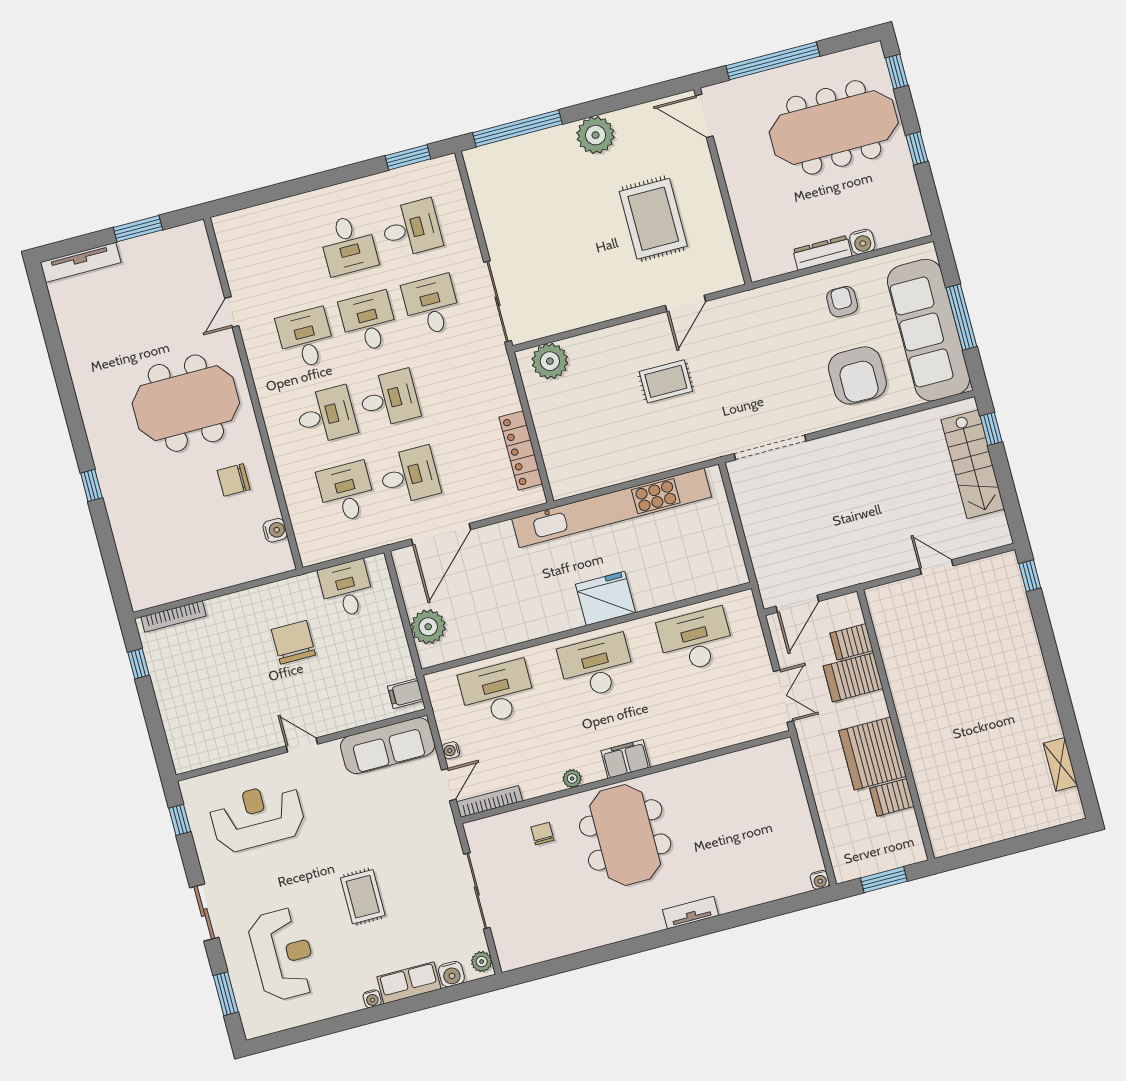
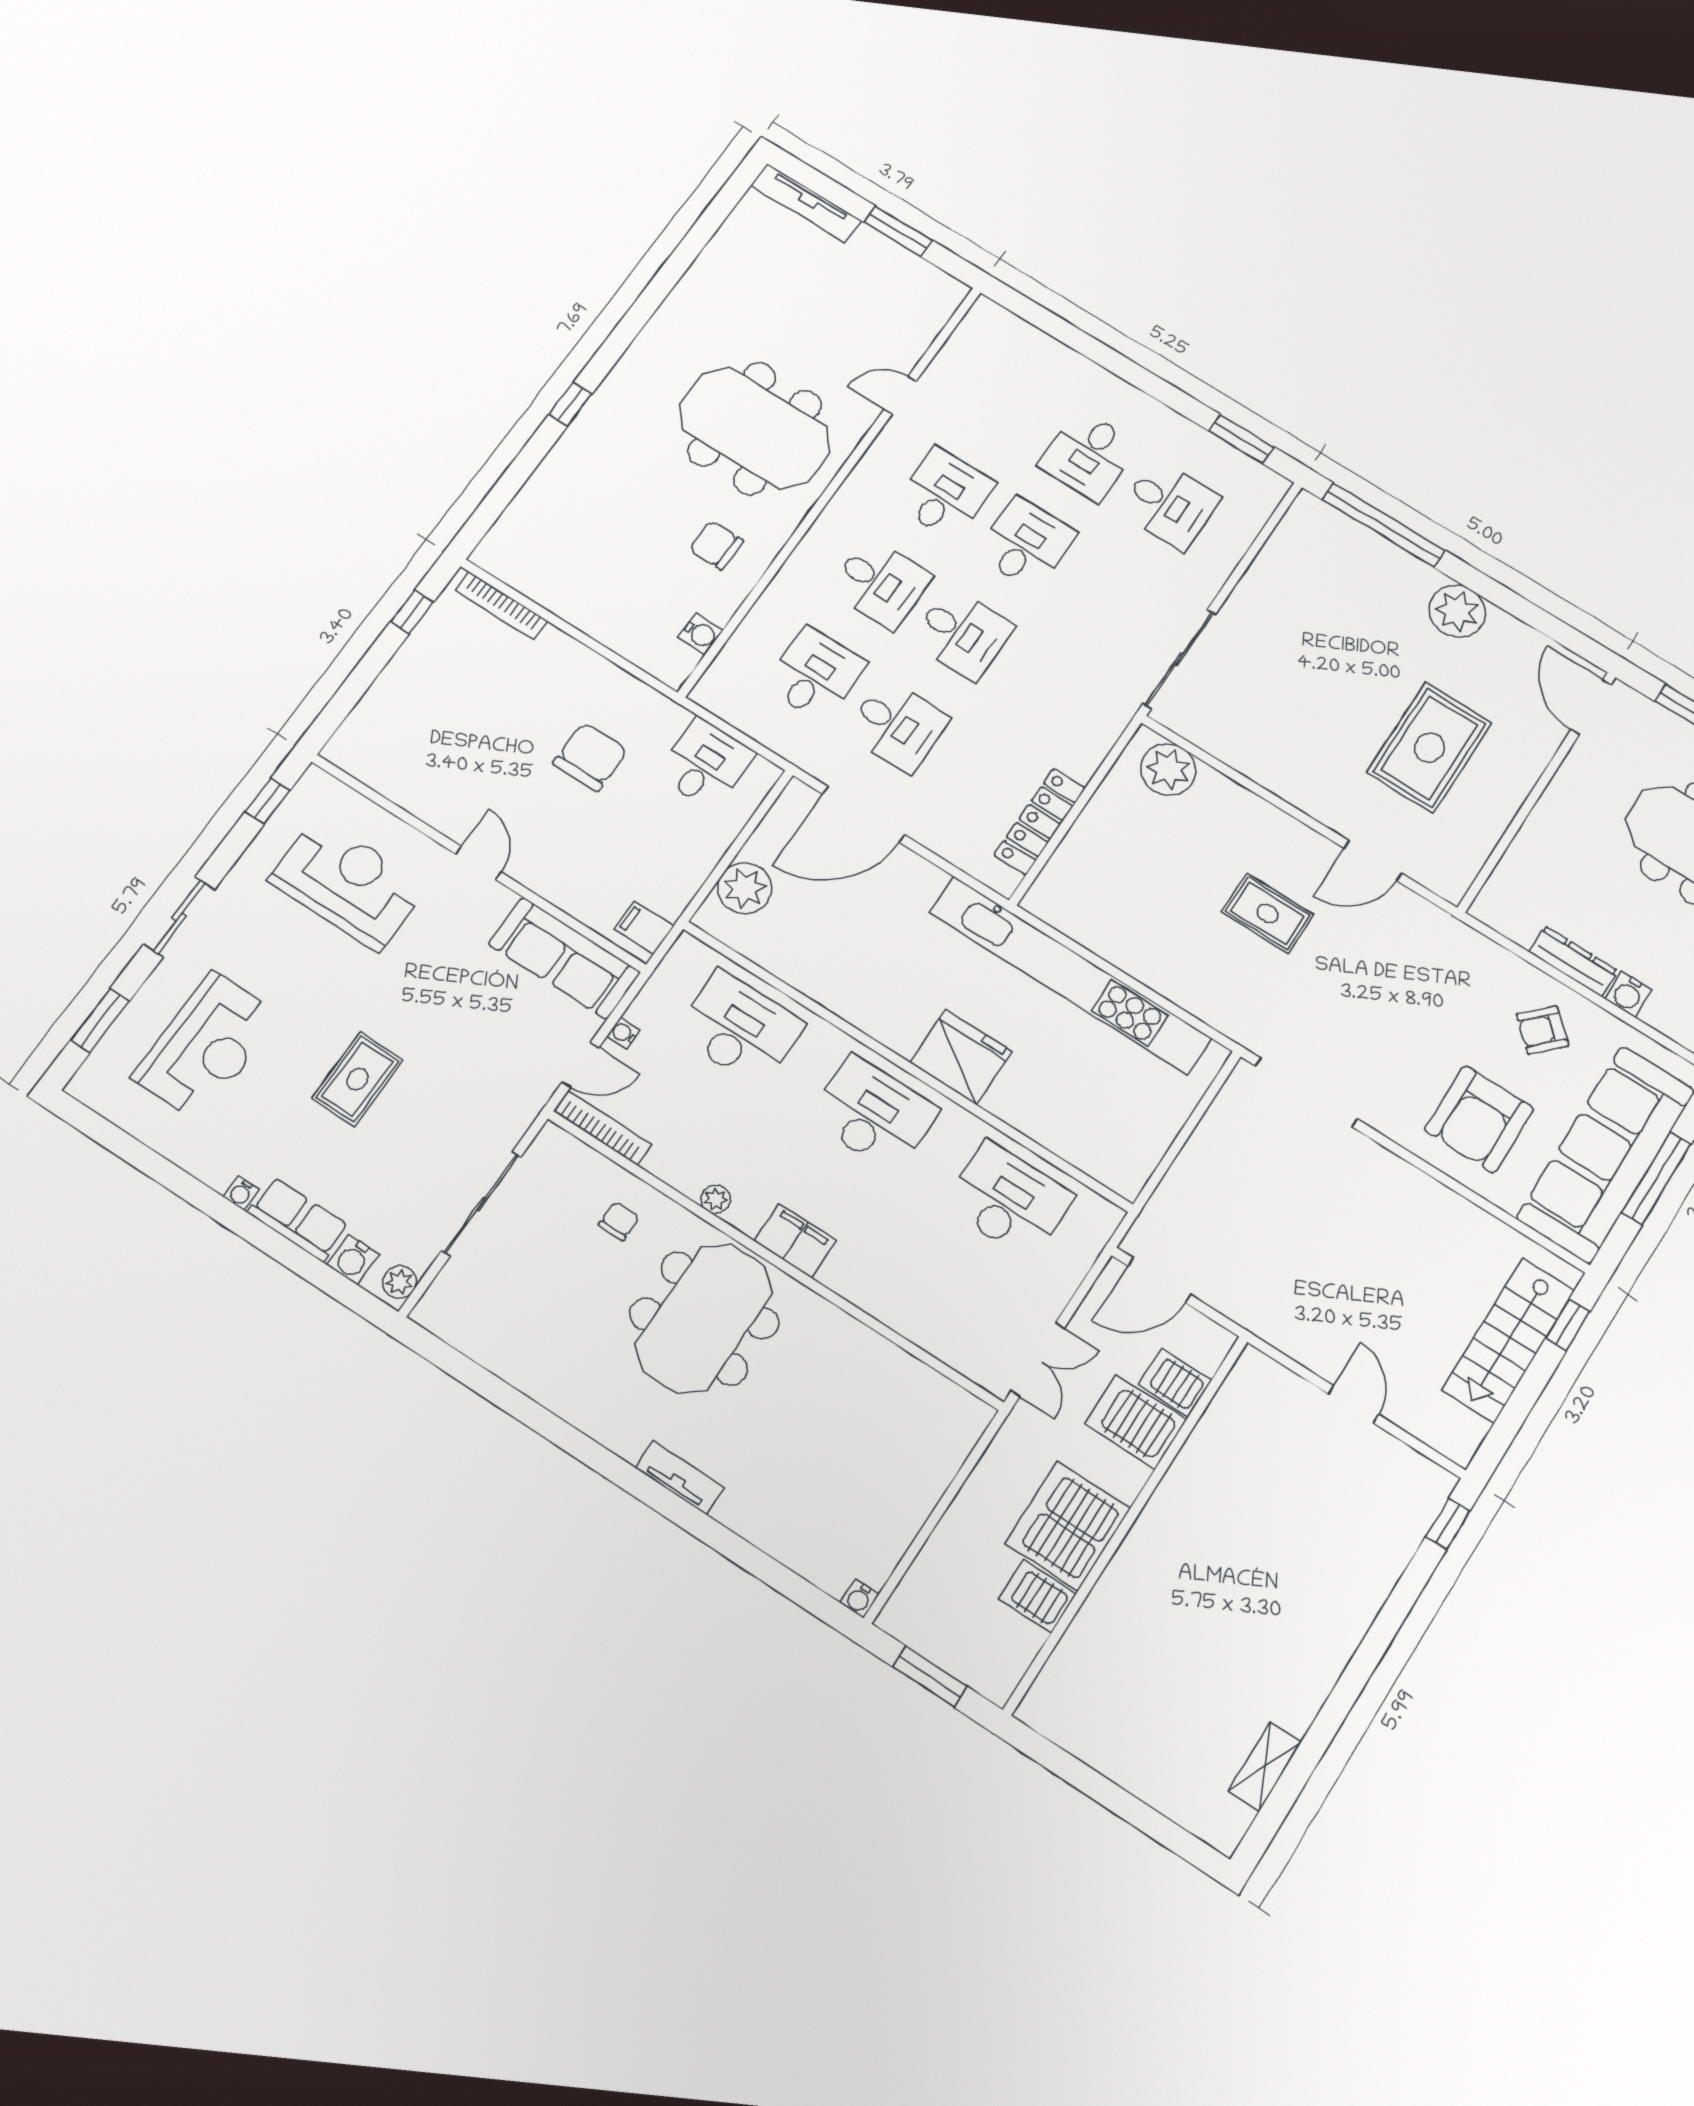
armchair: (842, 302) -> (1542, 1030), turned -136
desk: (431, 305) -> (1108, 594), removed

